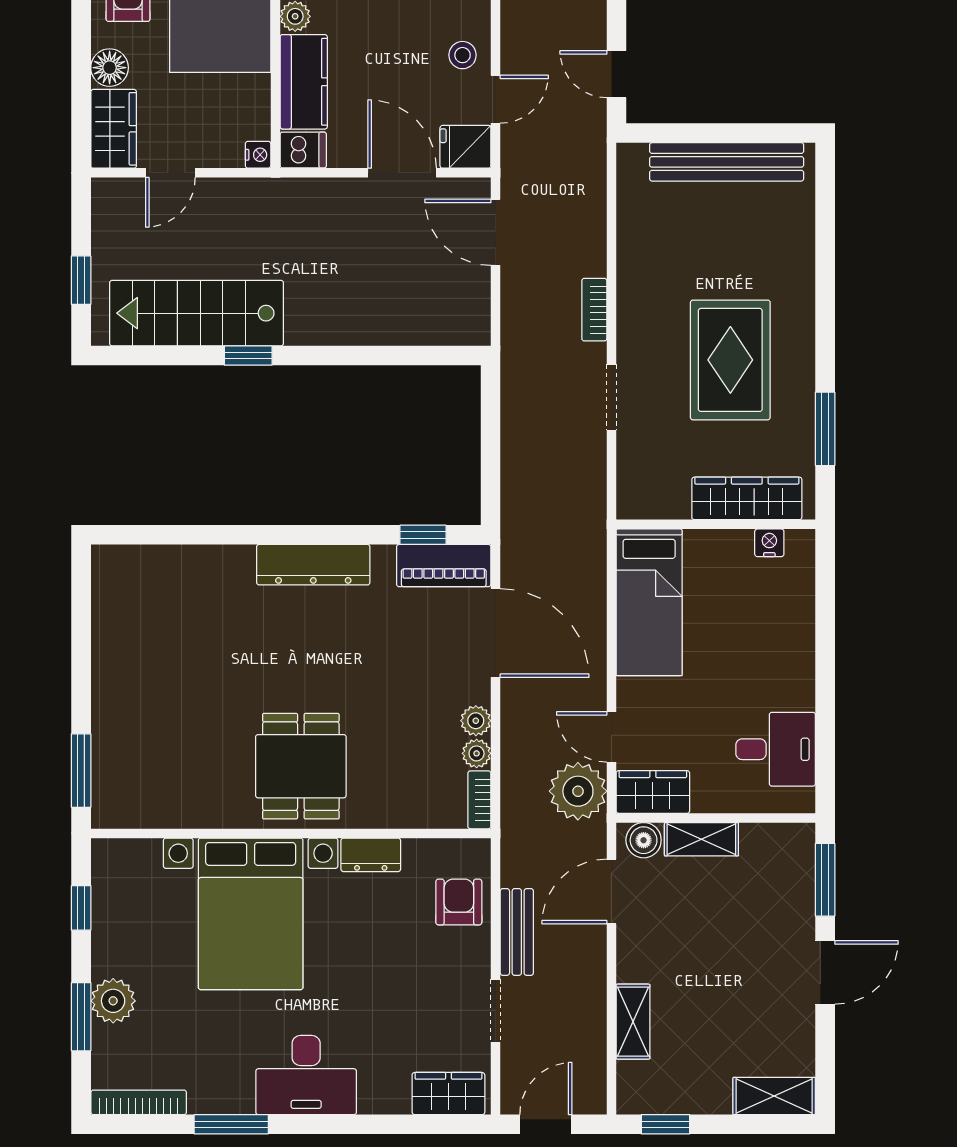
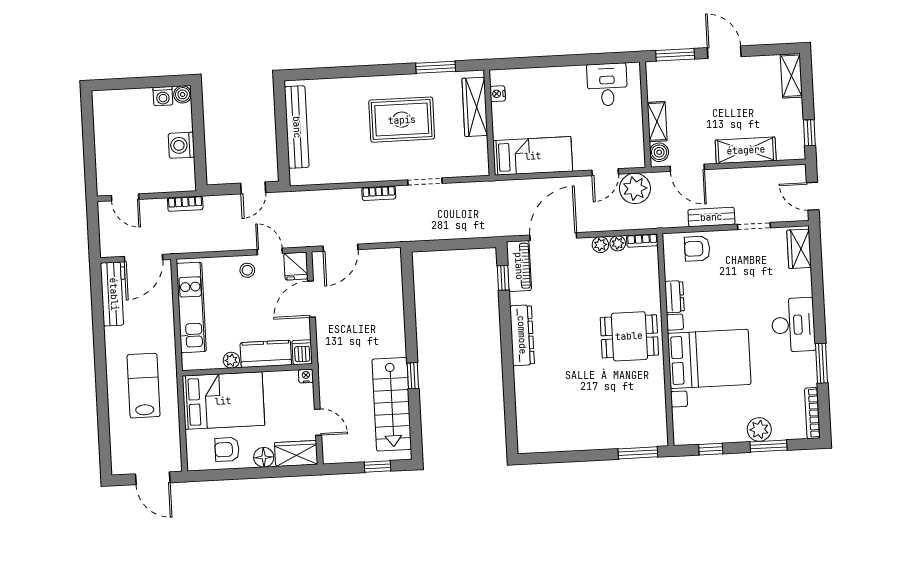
wardrobe: (653, 792) -> (633, 149), removed
shelving: (633, 1022) -> (746, 150), width x1.50, depth x1.33

